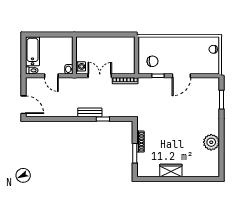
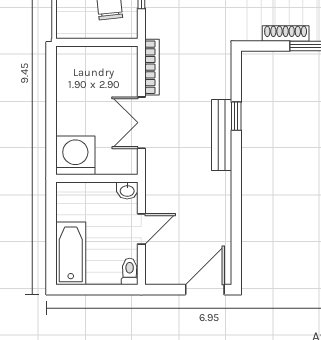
bathtub: (33, 51) -> (71, 253), moved, turned 90
washing machine: (81, 66) -> (75, 155), moved, width x1.89, depth x1.89
bench: (90, 112) -> (222, 135), width x1.36

